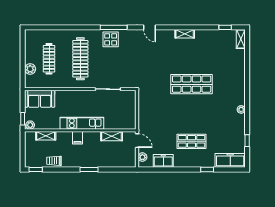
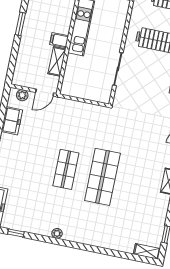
filing cabinet: (77, 138) -> (59, 40), moved
shop shelf: (192, 141) -> (66, 169), moved

